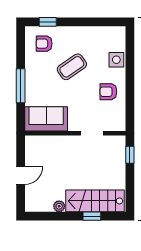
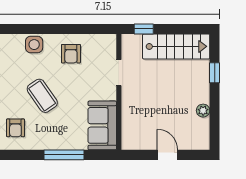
stairs: (95, 201) -> (176, 46), moved, turned -90

